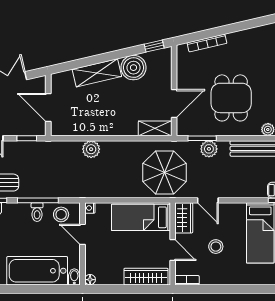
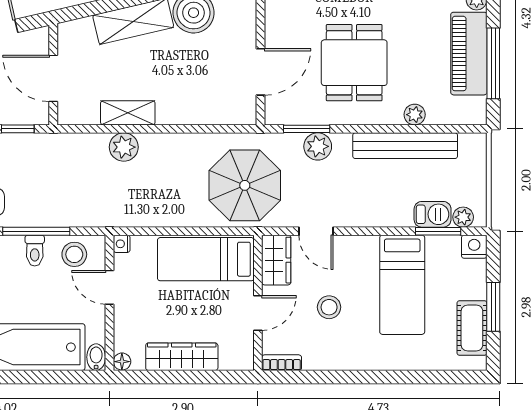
shelving: (155, 128) -> (128, 113), moved
door: (173, 250) -> (258, 313), hinge flipped
wardrobe: (146, 277) -> (182, 357), moved

